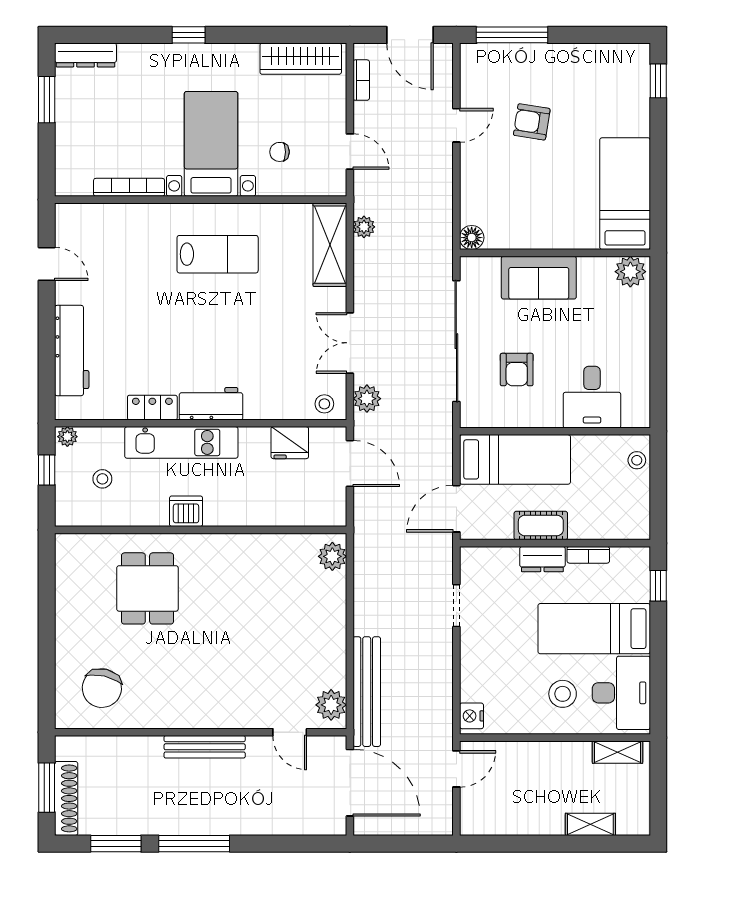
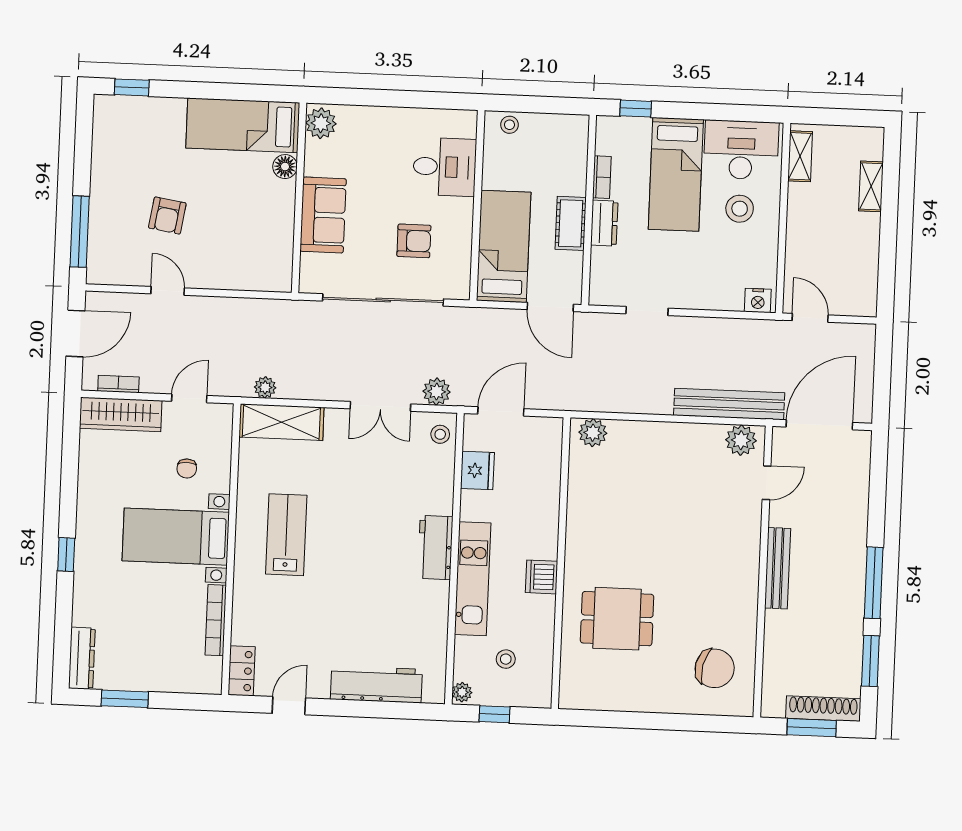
wardrobe: (301, 59) -> (121, 414), moved, turned 90
floor lamp: (472, 238) -> (285, 167), moved
locker: (152, 408) -> (242, 671), moved, turned 180

